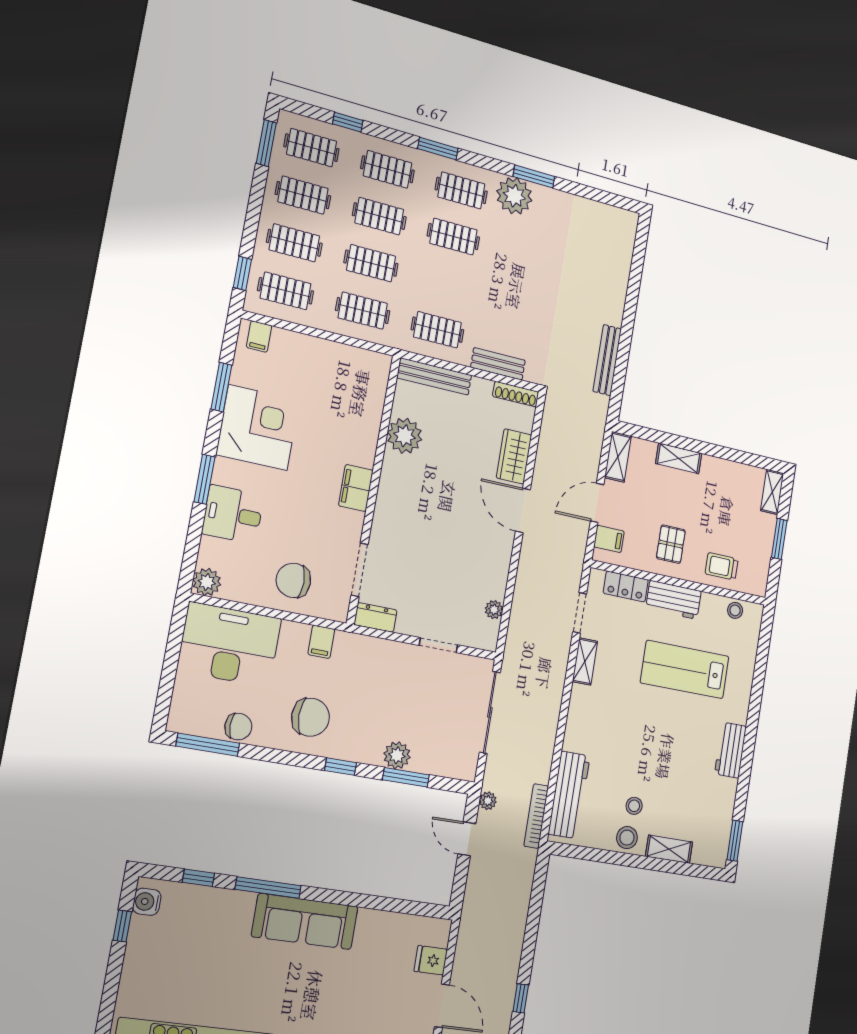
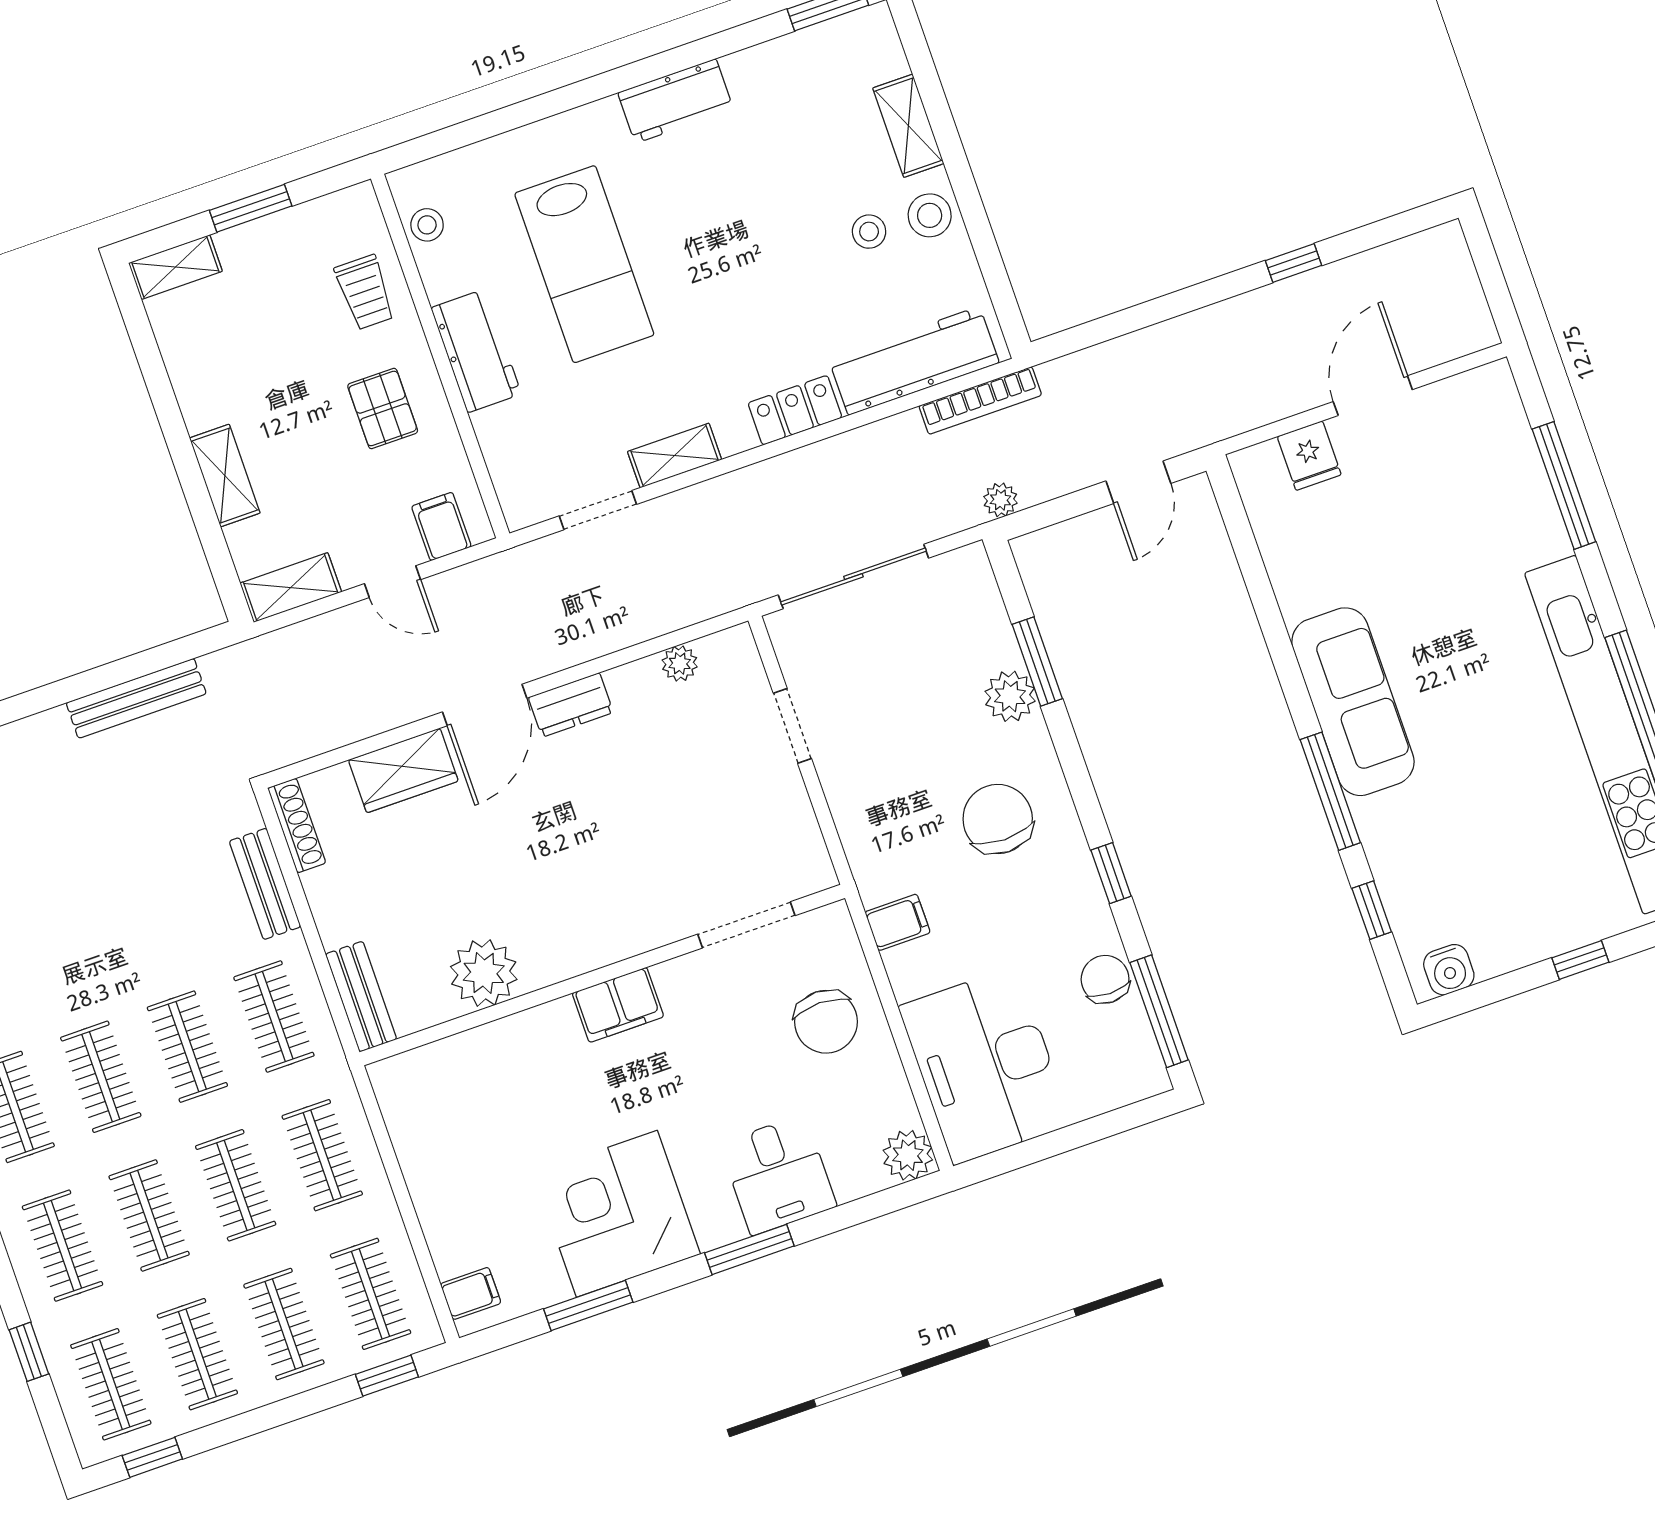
window: (266, 143) -> (152, 1457), width x0.67
clothes rail: (445, 283) -> (187, 1047), added
bench: (434, 376) -> (361, 997), width x0.73
door: (597, 503) -> (393, 582), width x0.73
pallet: (671, 544) -> (383, 408), turned 90
locker: (626, 586) -> (795, 410), moved, turned -90
dresser: (375, 617) -> (571, 705), moved, turned -90
chair: (310, 717) -> (998, 819), moved
window: (341, 767) -> (1111, 873), moved
door: (467, 839) -> (1138, 482), moved
window: (122, 926) -> (1580, 960), moved

